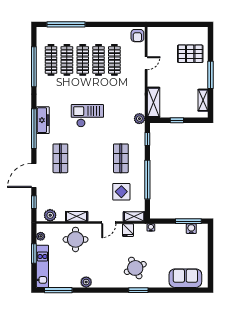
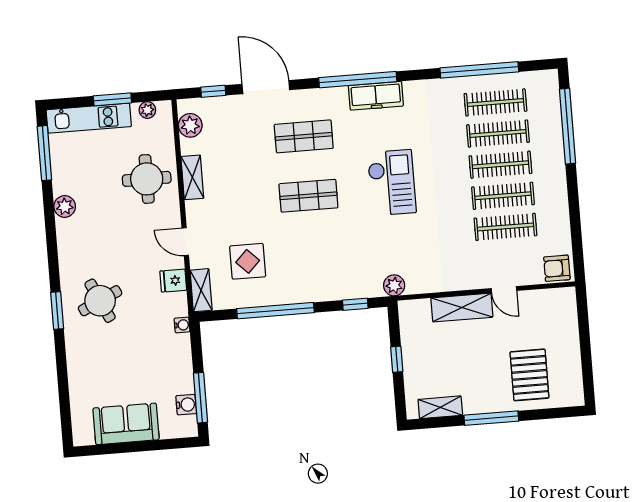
shelving: (153, 102) -> (462, 308), moved
shop shelf: (121, 158) -> (308, 196), moved
sofa: (185, 278) -> (126, 424), moved, turned -90

